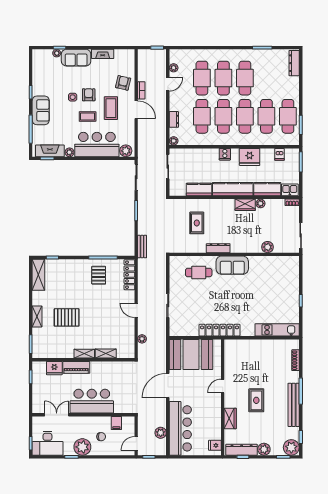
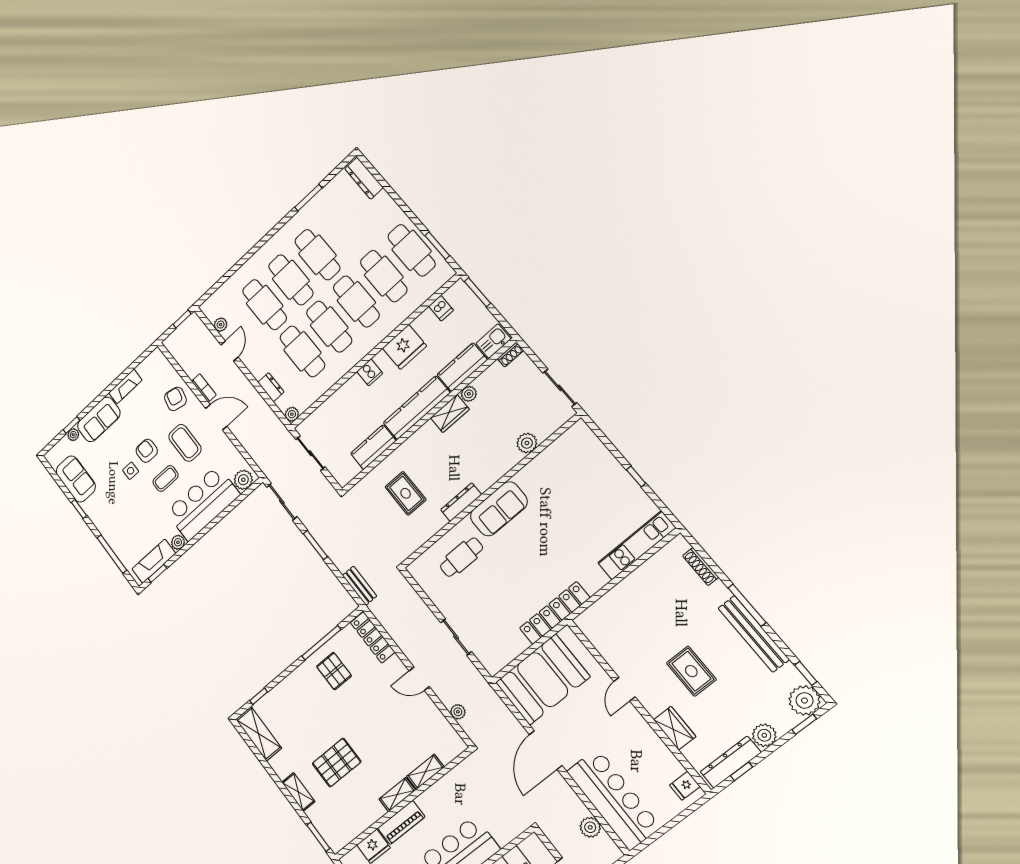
sofa: (41, 110) -> (76, 479), moved

